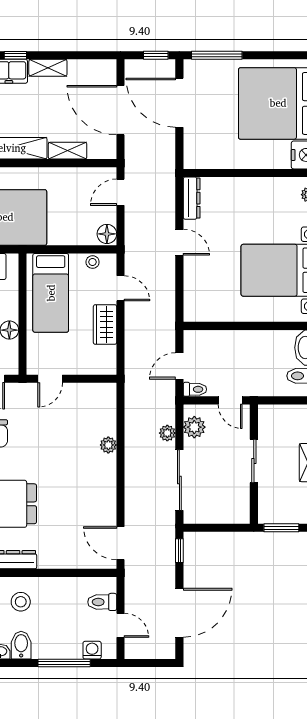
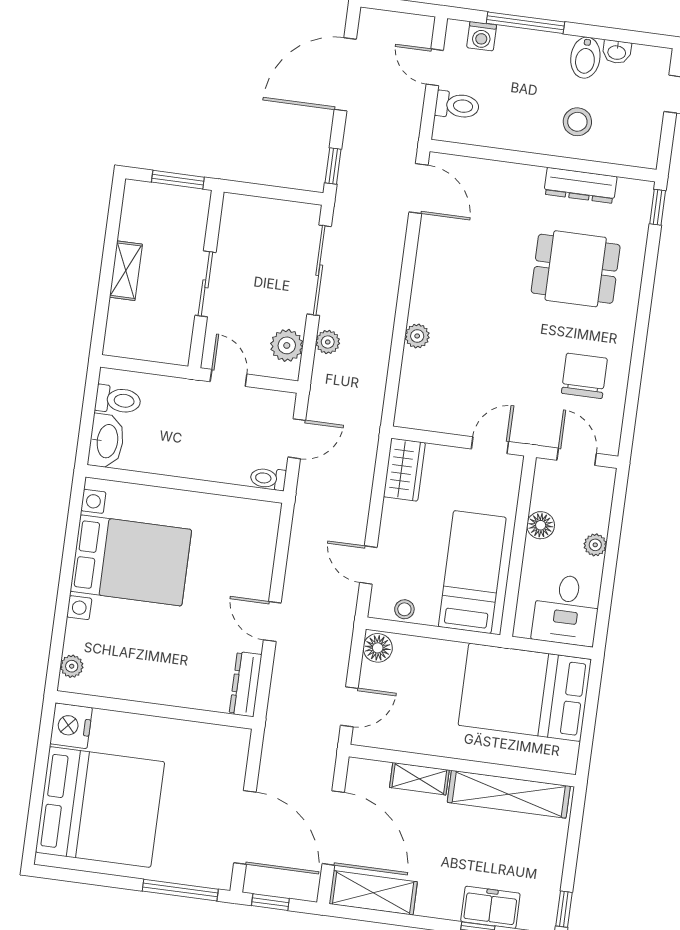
shelving: (48, 68) -> (373, 893), moved, width x1.50, depth x1.33
wardrobe: (105, 325) -> (404, 470), moved
toilet: (195, 389) -> (268, 479), moved

